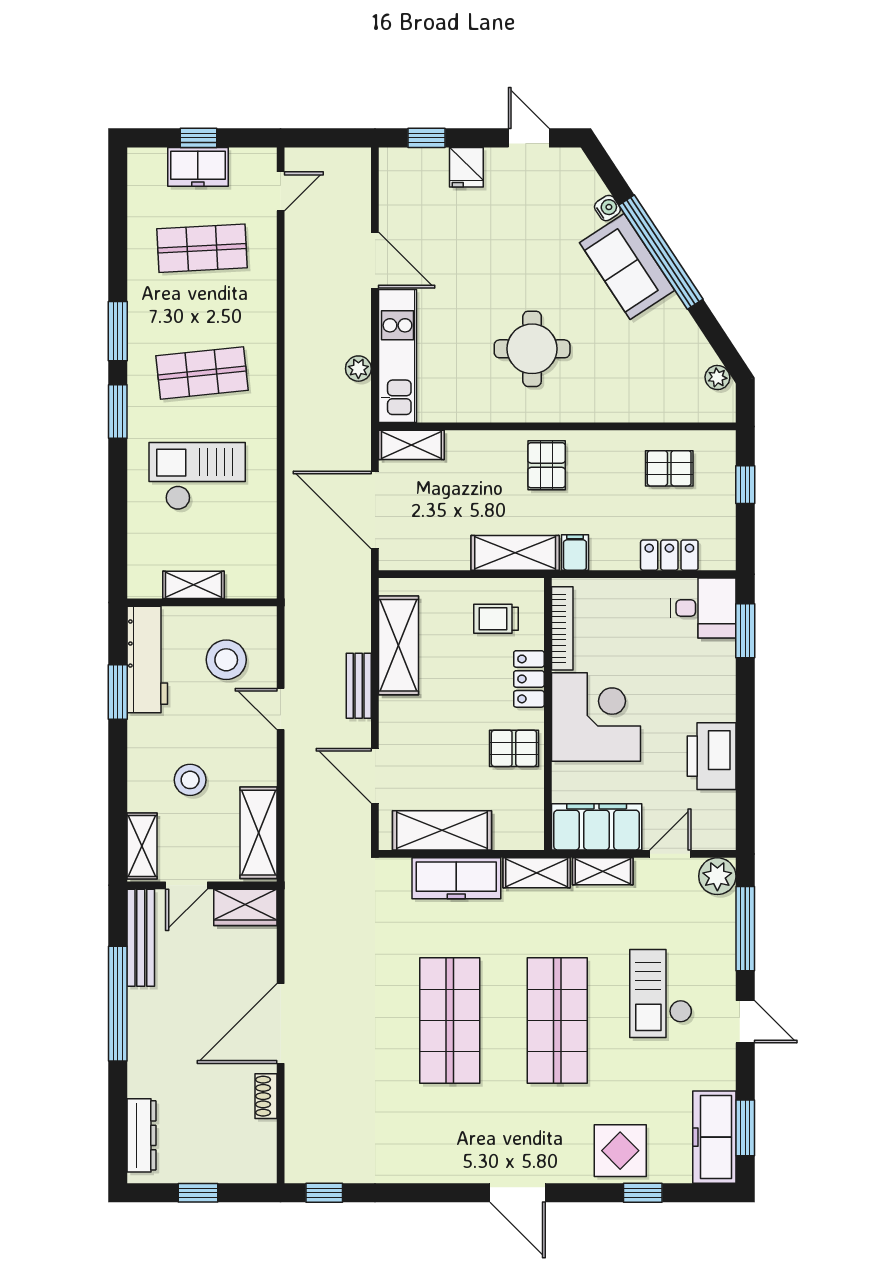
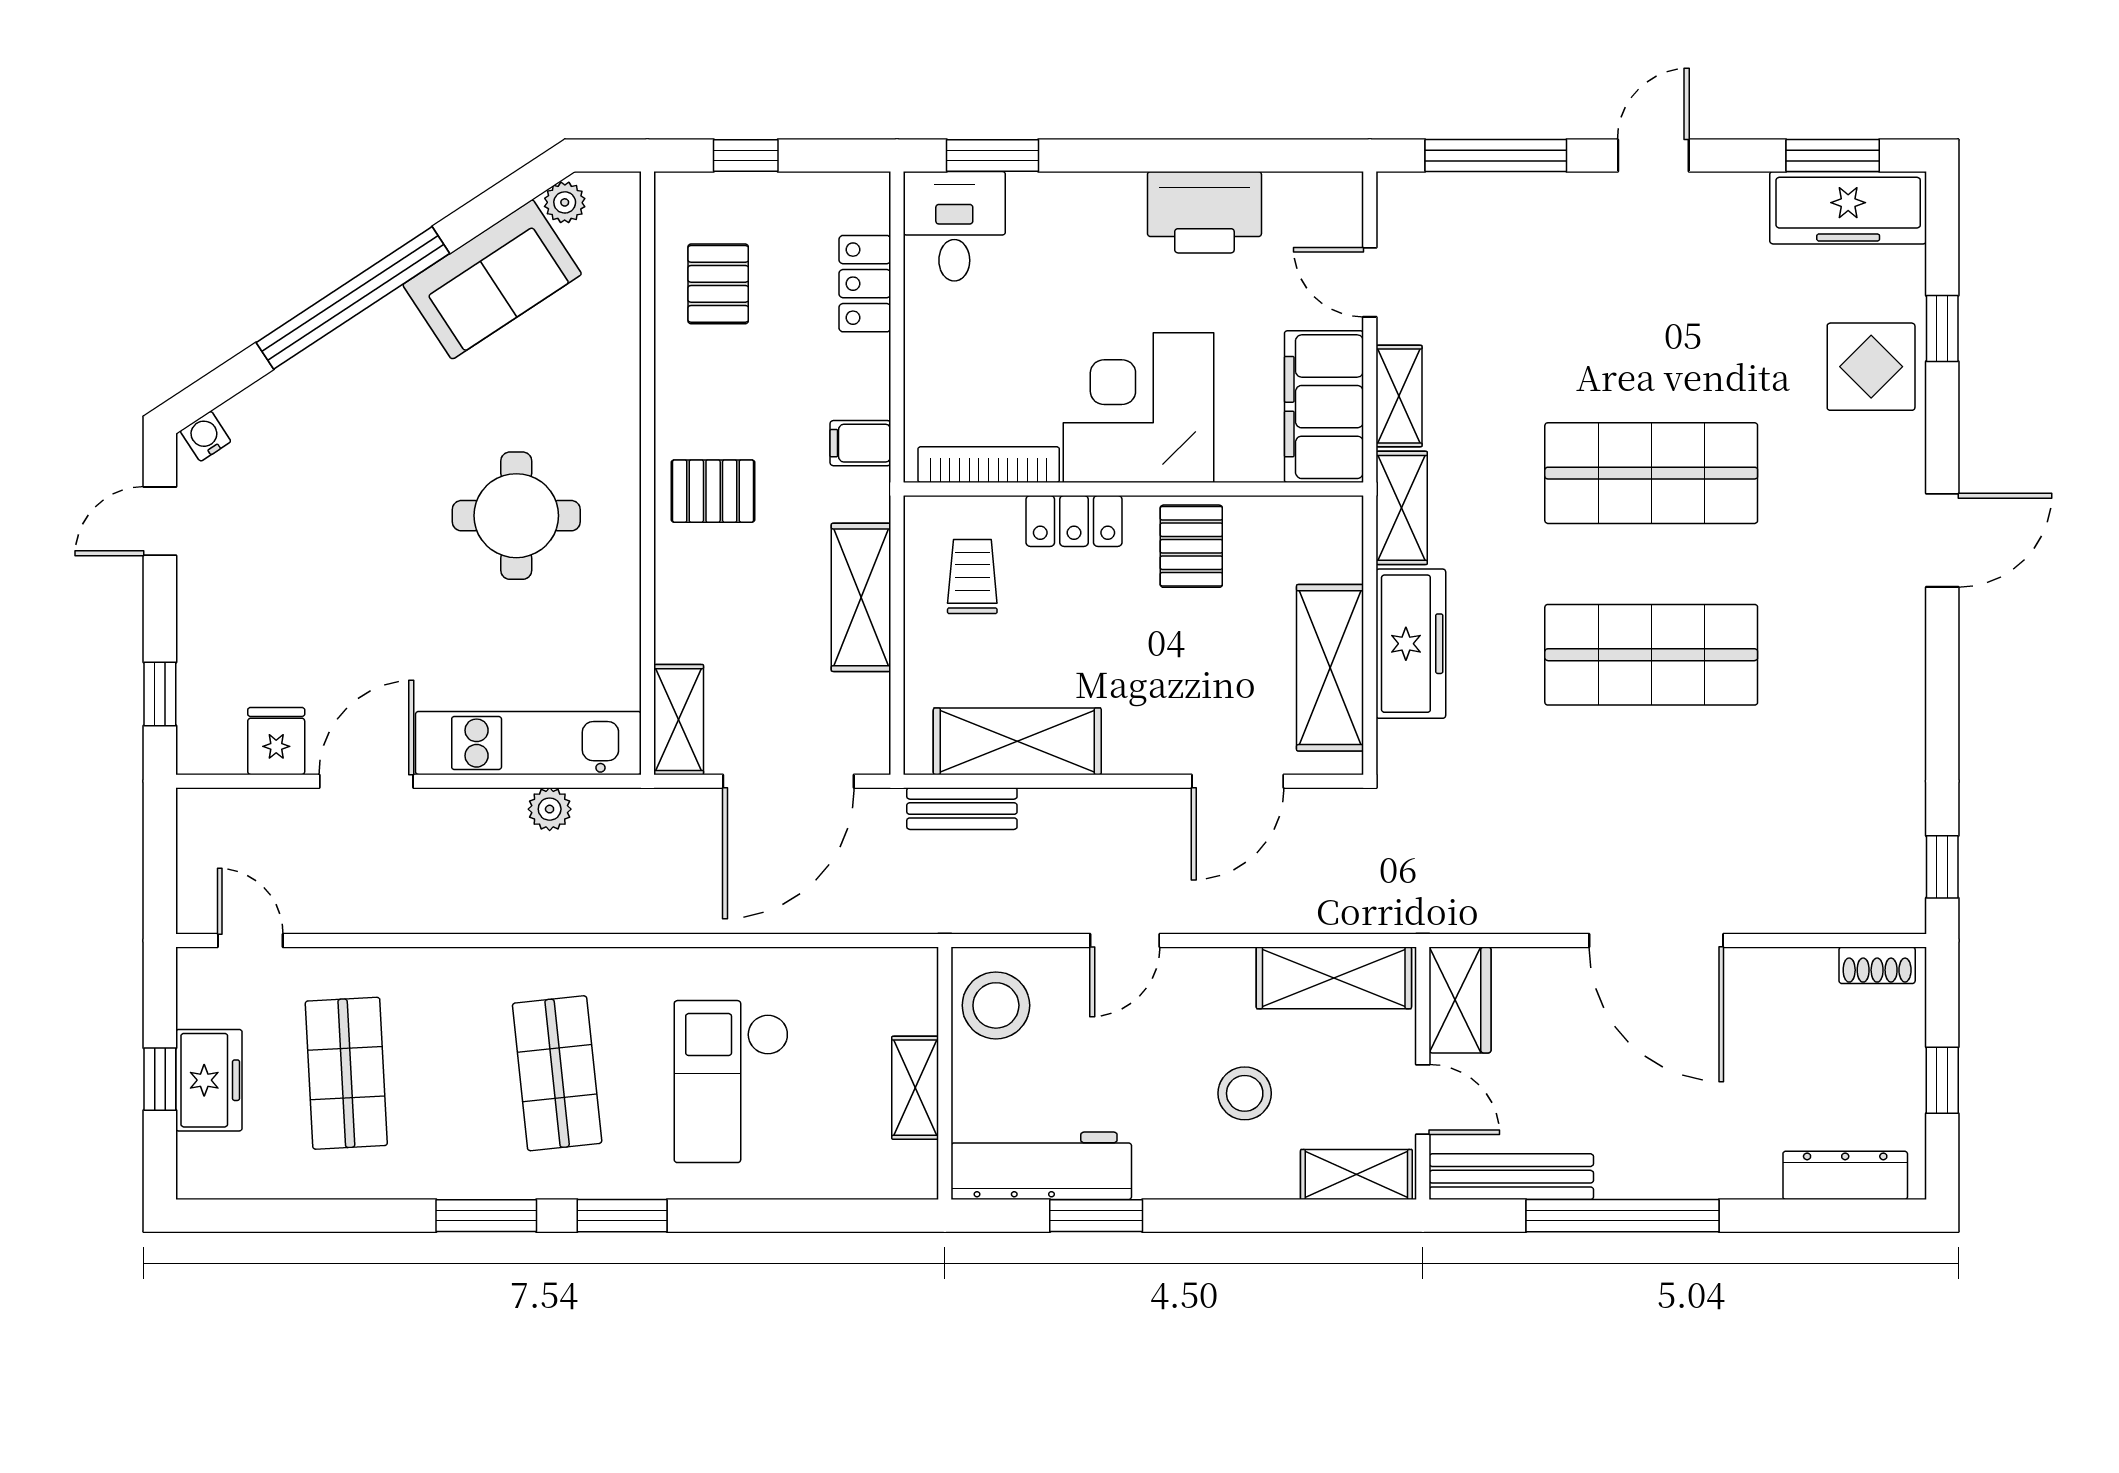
fridge: (466, 167) -> (276, 741), moved, turned -90
water cooler: (607, 208) -> (206, 436), moved
sofa: (627, 267) -> (492, 279), moved
shelving: (515, 553) -> (861, 597), moved
trolley: (496, 619) -> (972, 577), turned 180
stool: (226, 660) -> (996, 1005), moved
bench: (359, 686) -> (962, 809), moved
plant: (717, 876) -> (1407, 203), removed
checkout: (661, 994) -> (1606, 298), removed
shoe rack: (266, 1096) -> (1877, 965), moved

